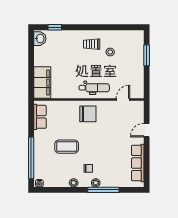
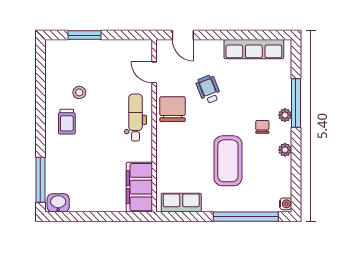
window: (55, 27) -> (40, 180), width x2.17
filing cabinet: (42, 83) -> (139, 187), moved, turned -90
chair: (88, 114) -> (172, 109), moved
door: (147, 130) -> (183, 35), moved
wheelchair: (112, 134) -> (208, 89), added
coffee table: (67, 147) -> (228, 161), width x1.36, depth x1.32

